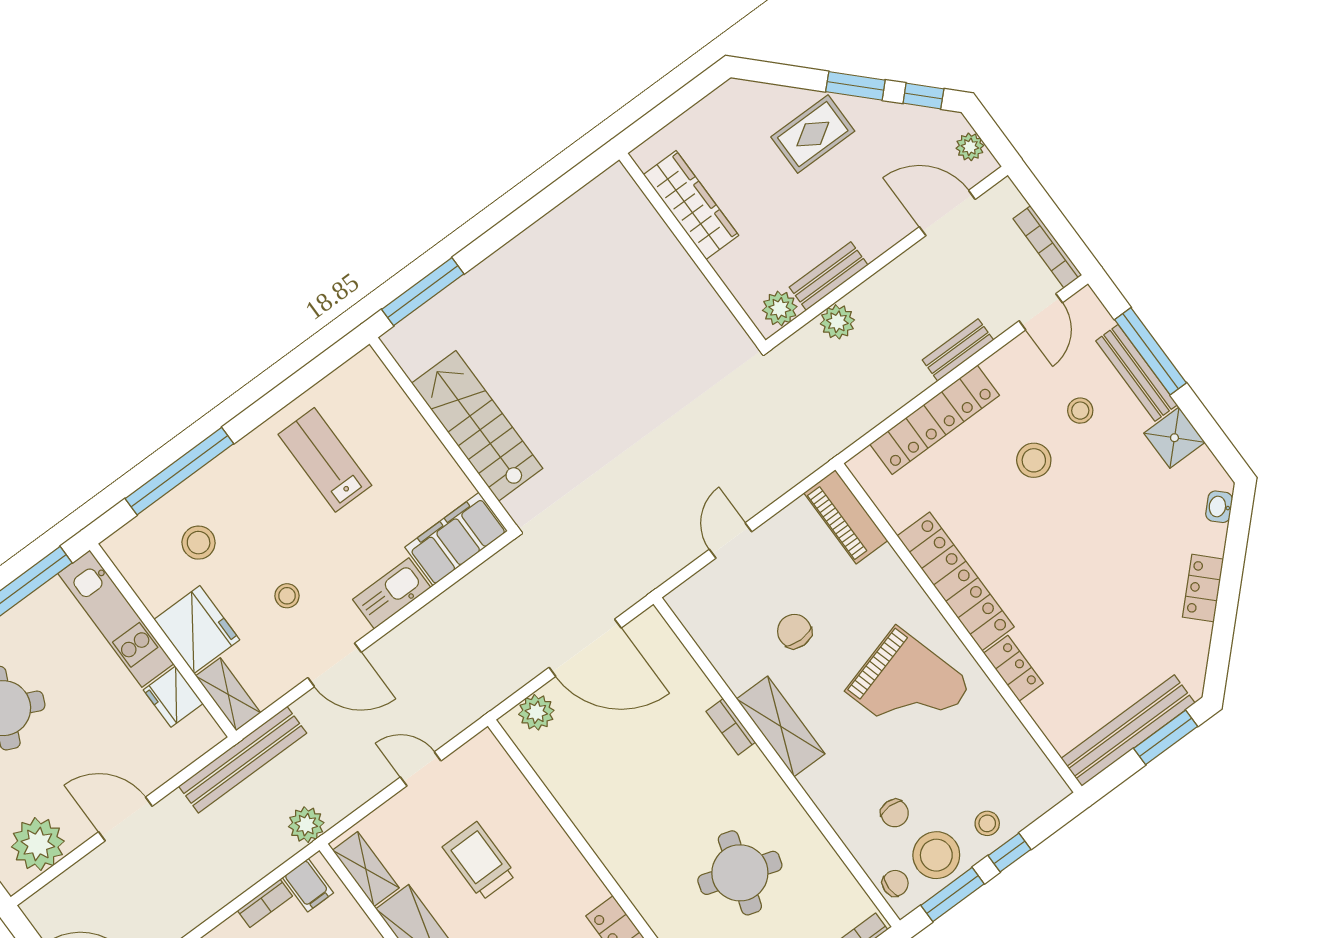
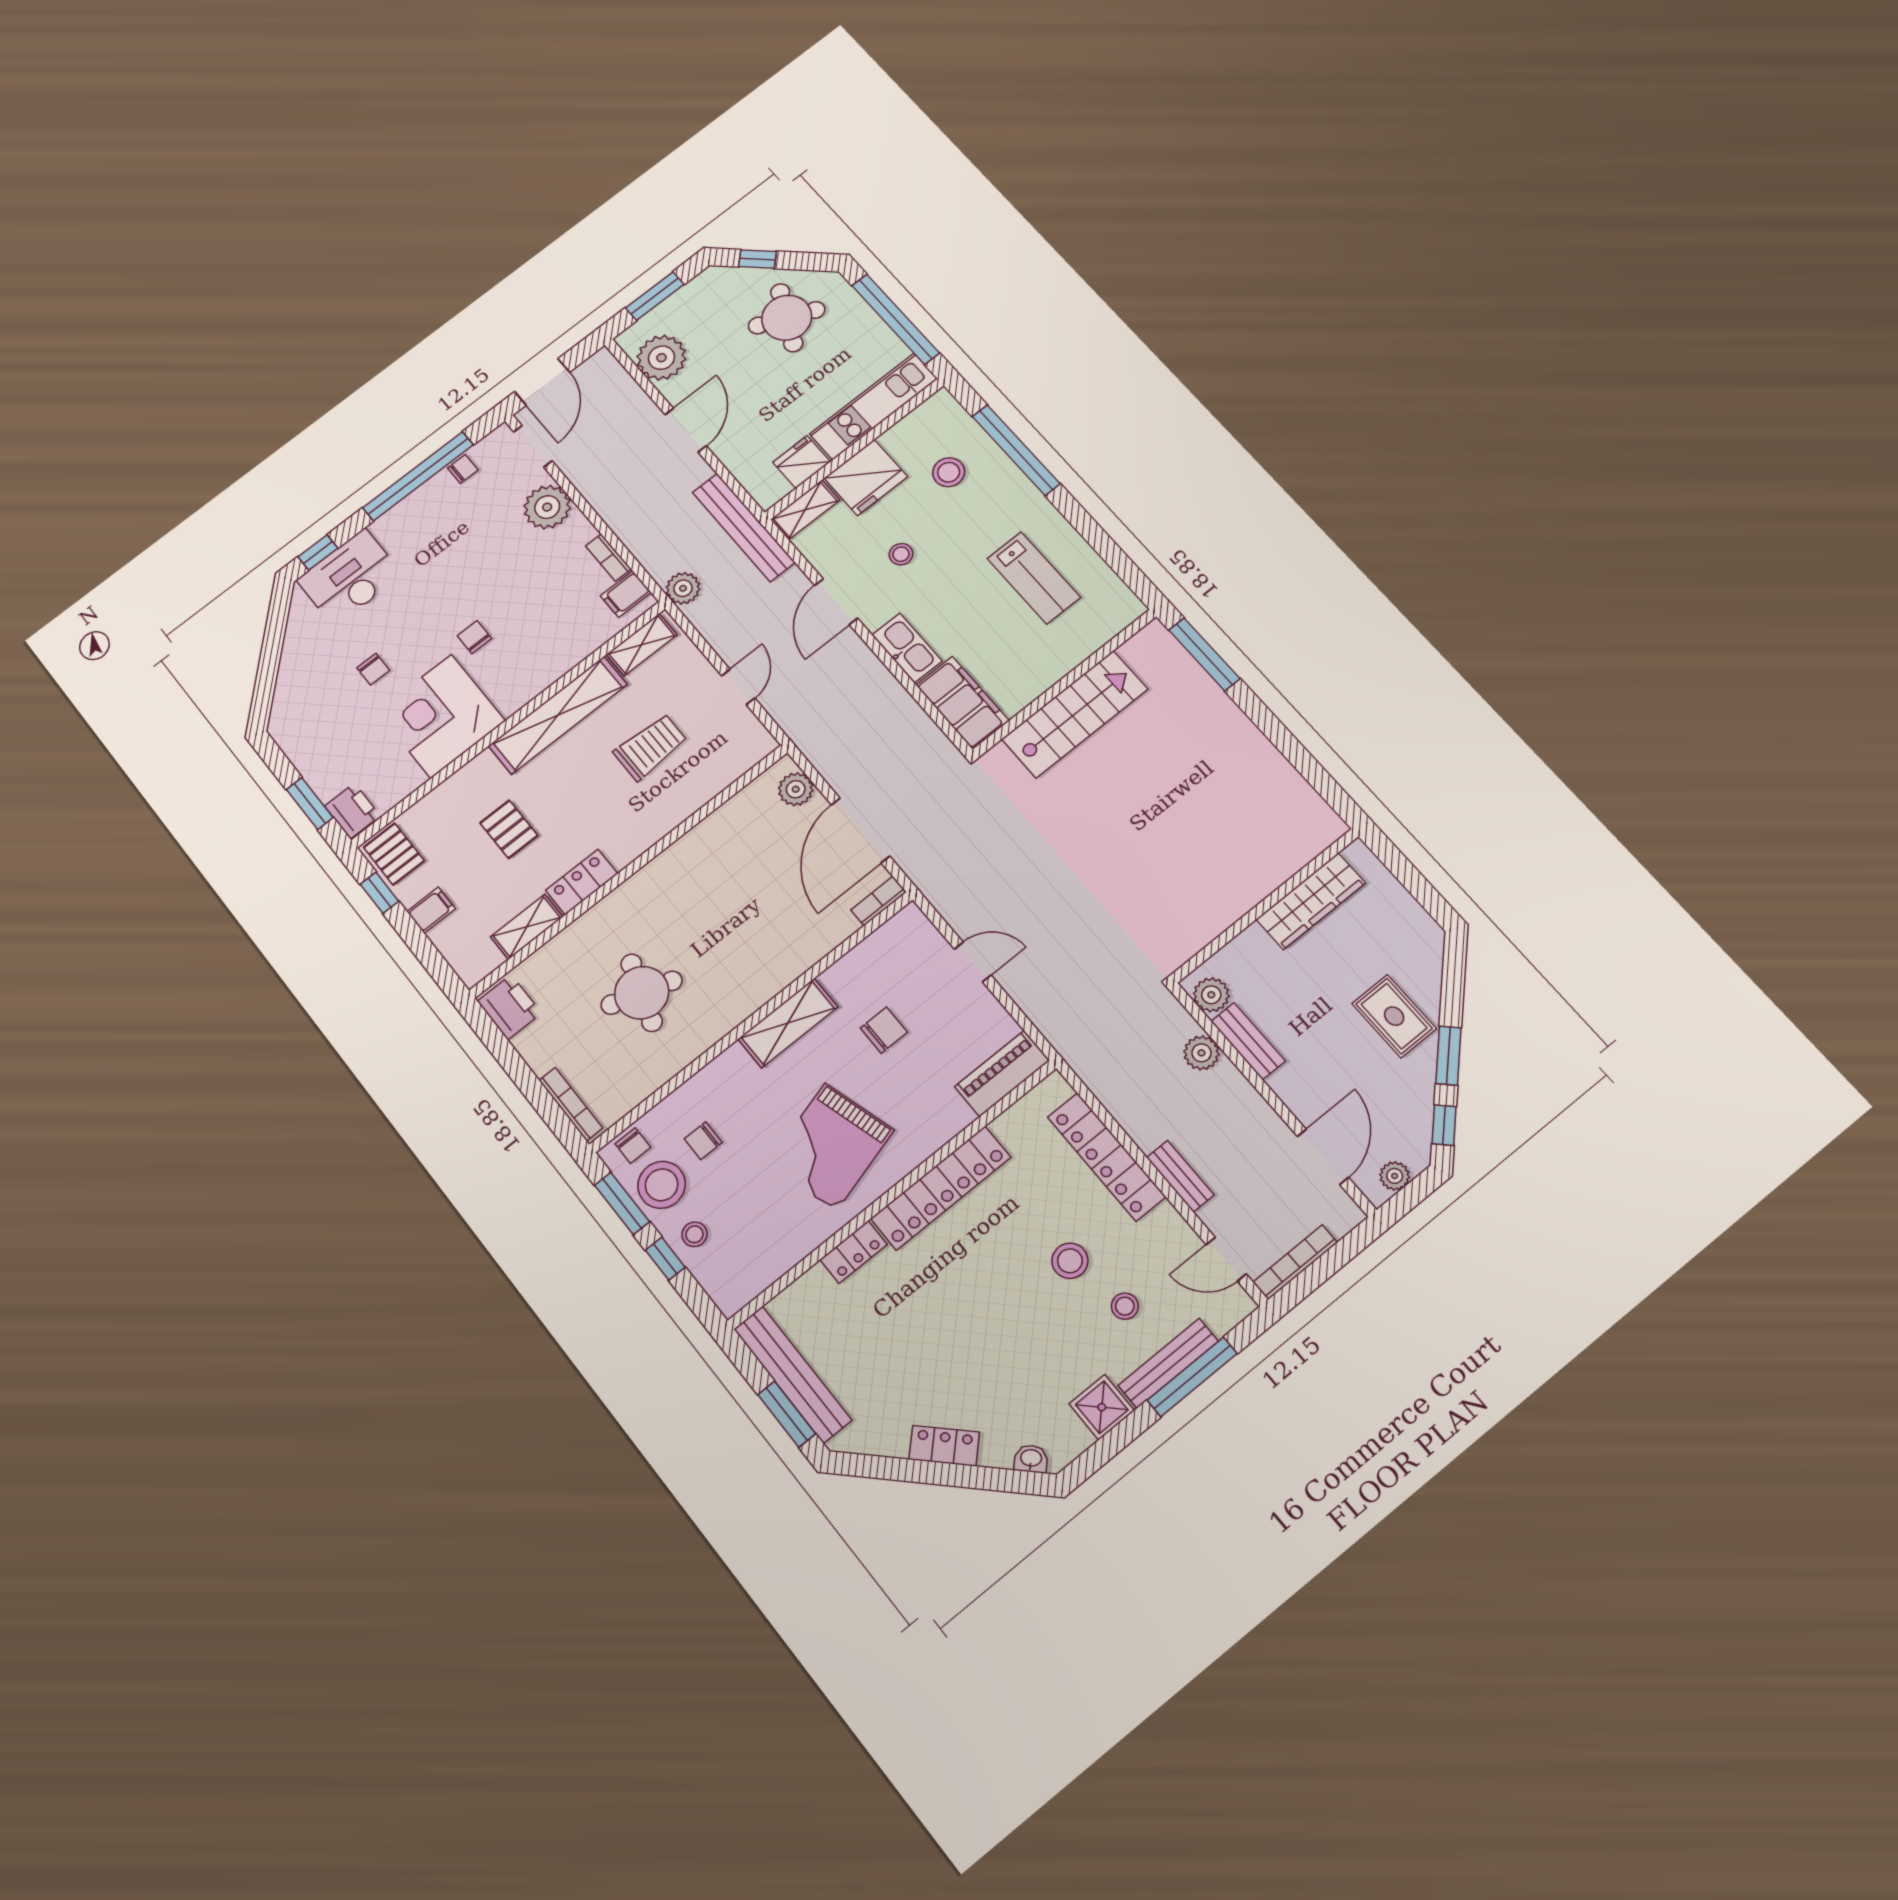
lab bench: (325, 460) -> (1034, 578), turned 90
bookcase: (731, 727) -> (878, 901), moved

